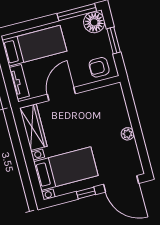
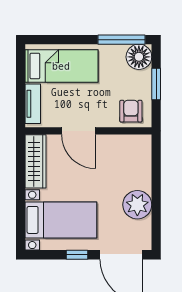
armchair: (99, 67) -> (131, 111), turned 90
door: (61, 94) -> (78, 131), swing flipped
plant: (128, 134) -> (137, 205), width x1.88, depth x1.88

